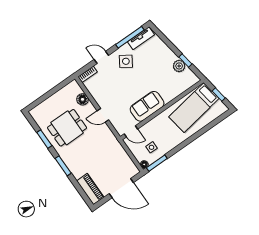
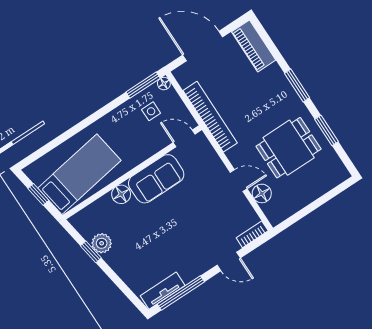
side table: (126, 61) -> (189, 254), removed
floor lamp: (168, 96) -> (121, 194), added
door: (103, 115) -> (239, 181), moved
bookcase: (115, 145) -> (210, 117), added

